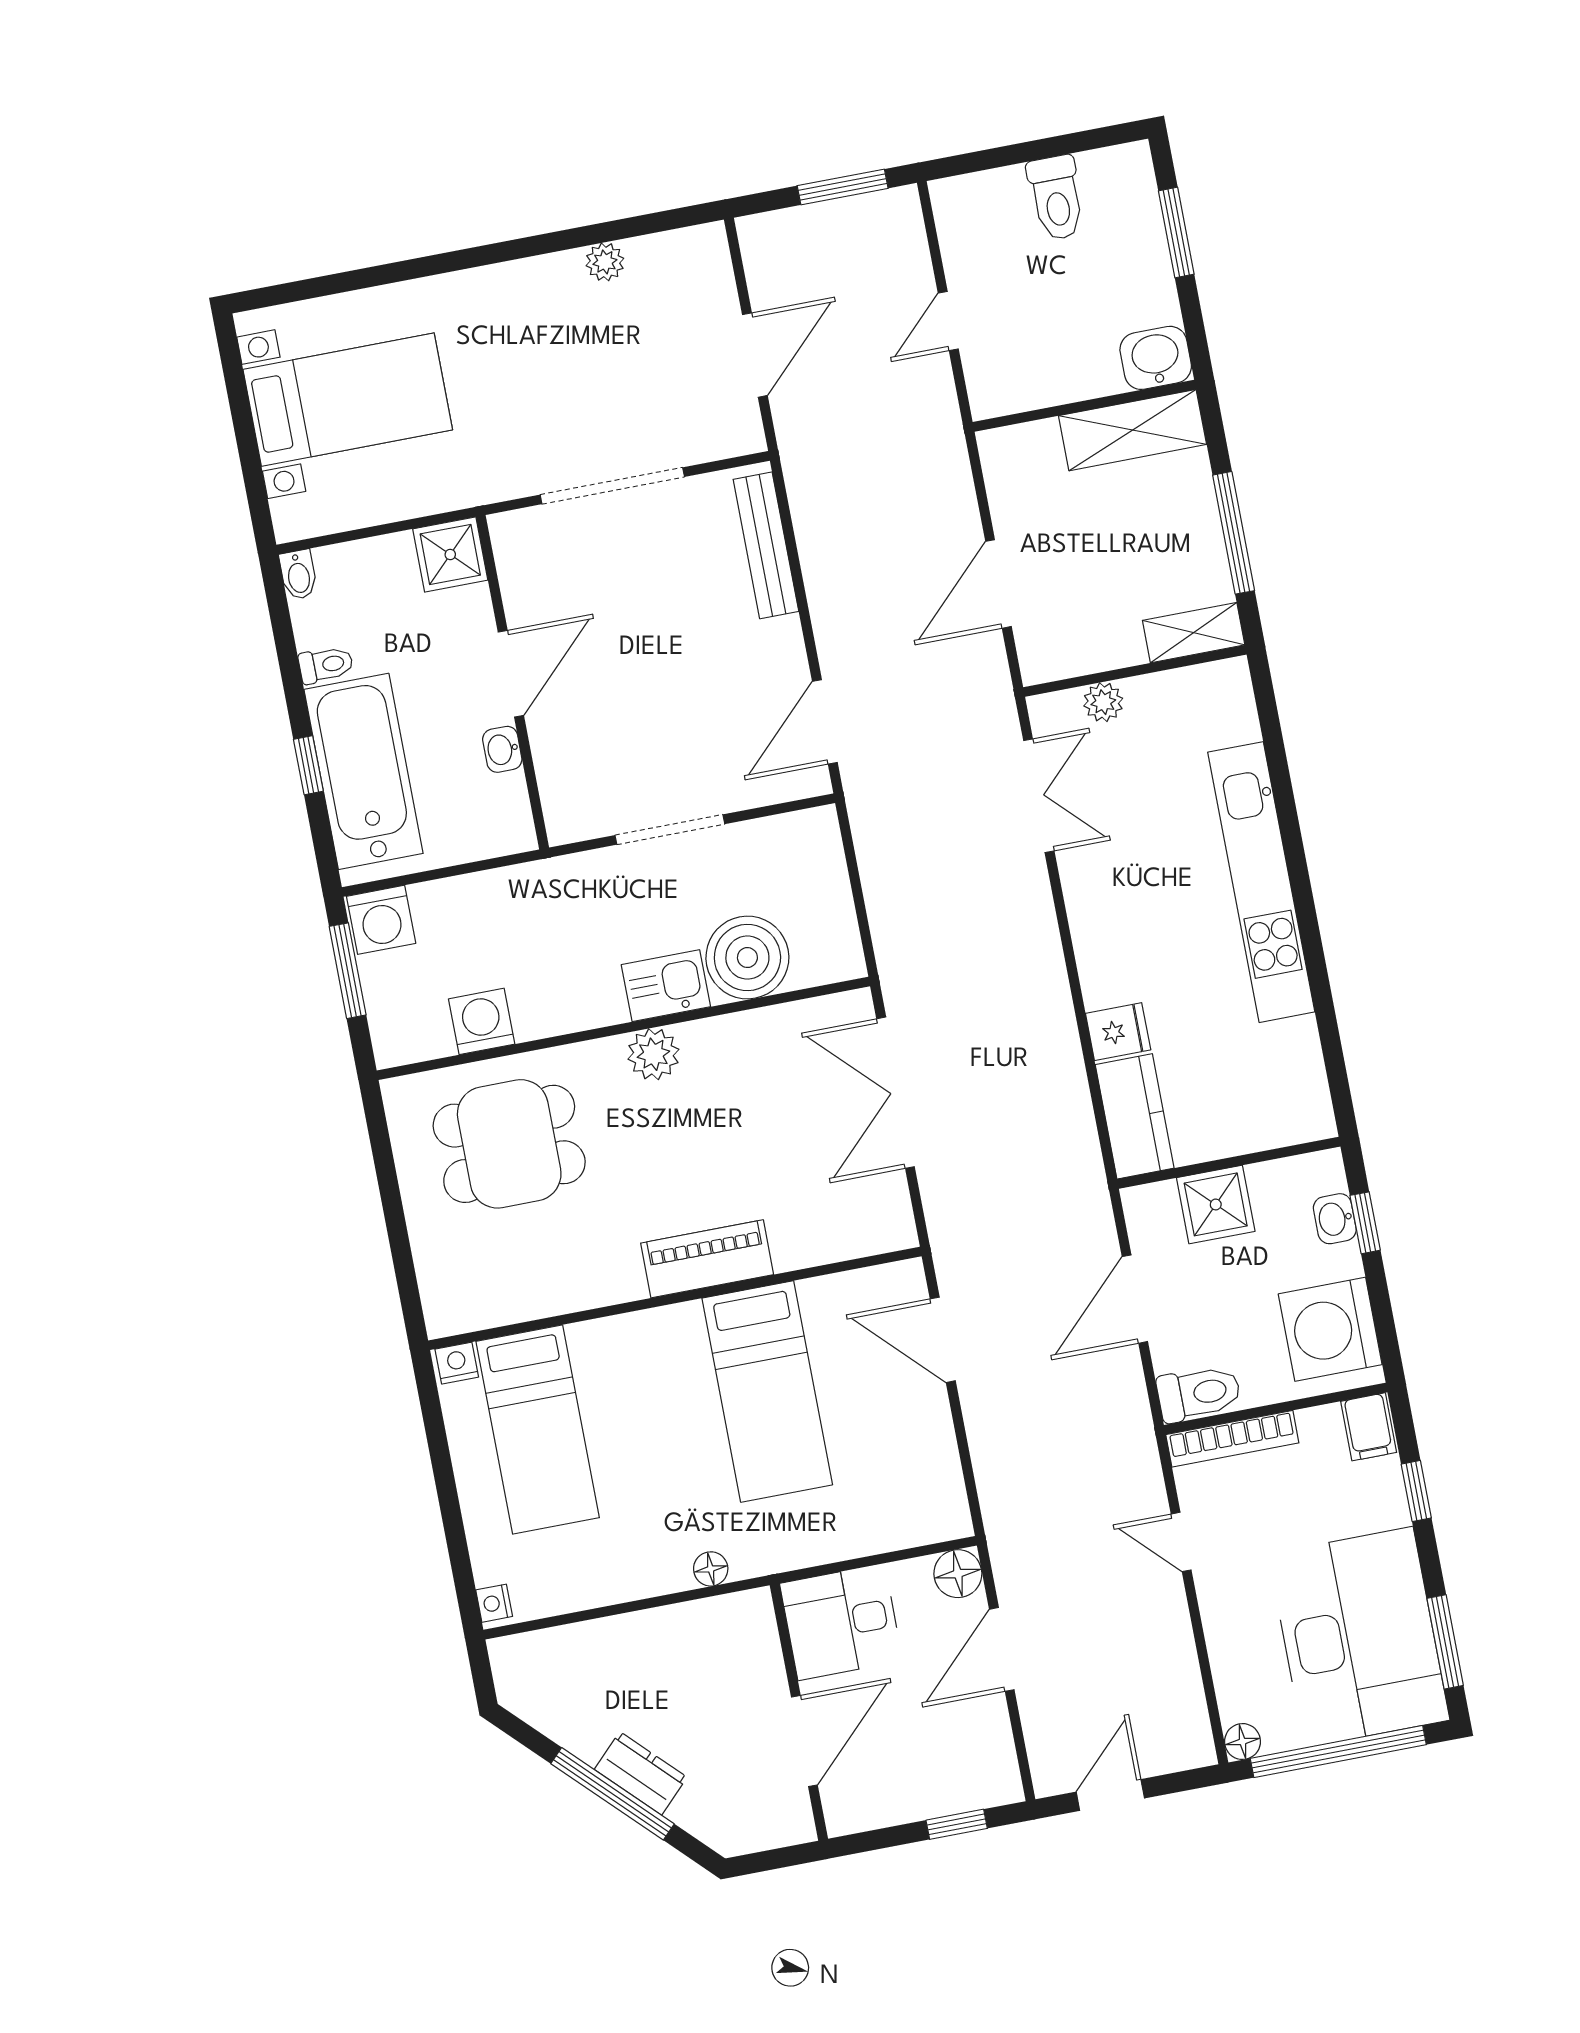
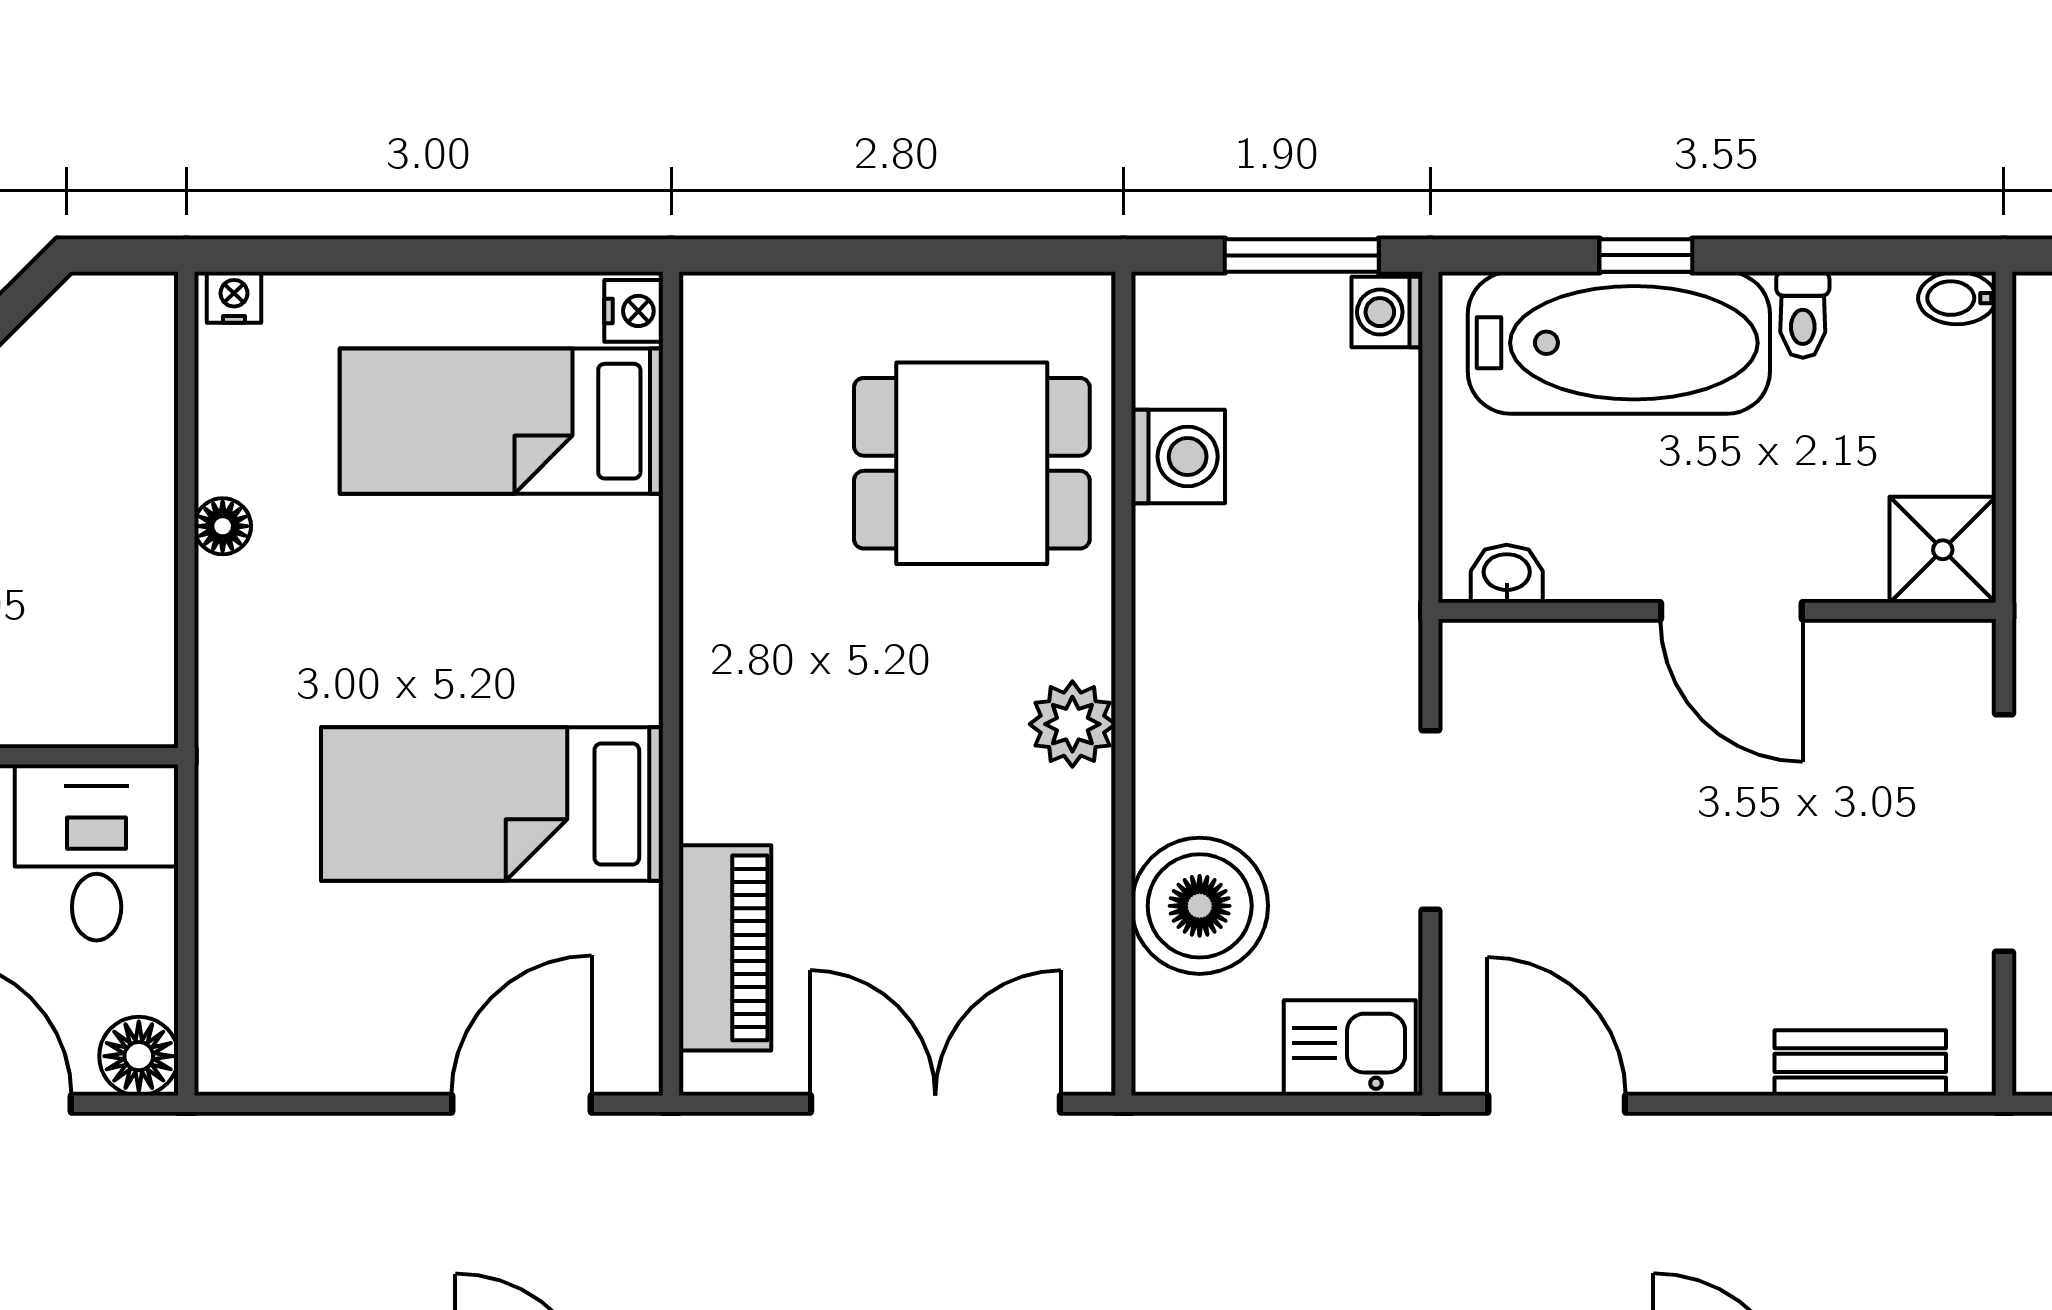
bench: (766, 545) -> (1860, 1063), width x0.73
washbasin: (502, 749) -> (1507, 574), moved
washing machine: (381, 920) -> (1387, 312), width x0.73, depth x0.73
kitchen sink: (666, 986) -> (1350, 1048), moved, turned -90
dining table: (509, 1144) -> (972, 463), turned 90
piano: (707, 1259) -> (725, 948), moved
floor lamp: (711, 1569) -> (223, 526), moved

